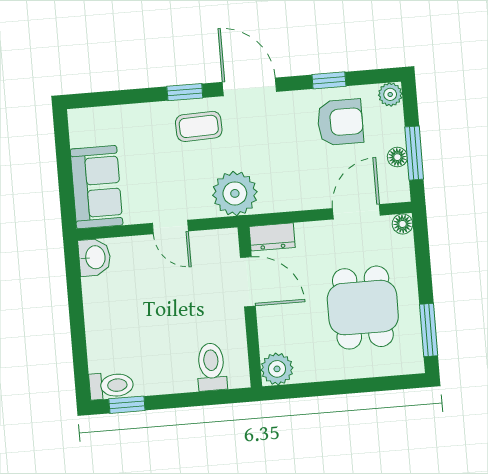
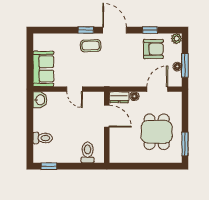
plant: (235, 193) -> (104, 77), removed
floor lamp: (403, 224) -> (134, 96), moved
plant: (277, 369) -> (116, 156), removed
toilet: (111, 386) -> (43, 138), moved

